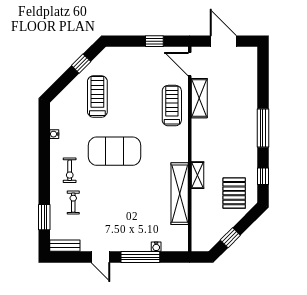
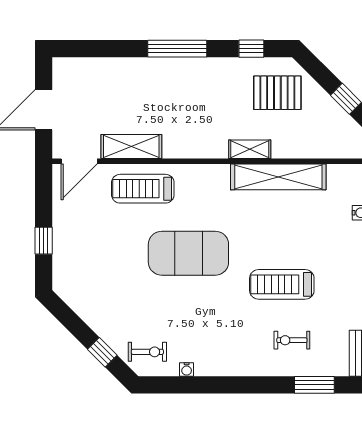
window: (154, 41) -> (44, 241), moved
window: (81, 64) -> (102, 352), moved
treadmill: (97, 97) -> (282, 284), moved
exercise mat: (115, 151) -> (188, 253), moved, turned 90
exercise bike: (70, 170) -> (147, 352), moved

